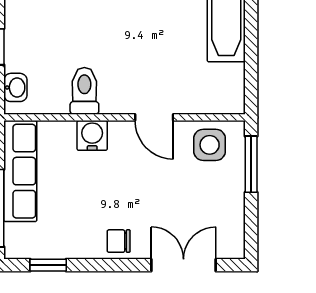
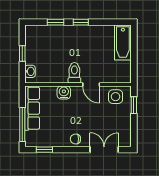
toilet: (84, 91) -> (74, 73), moved
window: (251, 164) -> (134, 105), width x0.67

